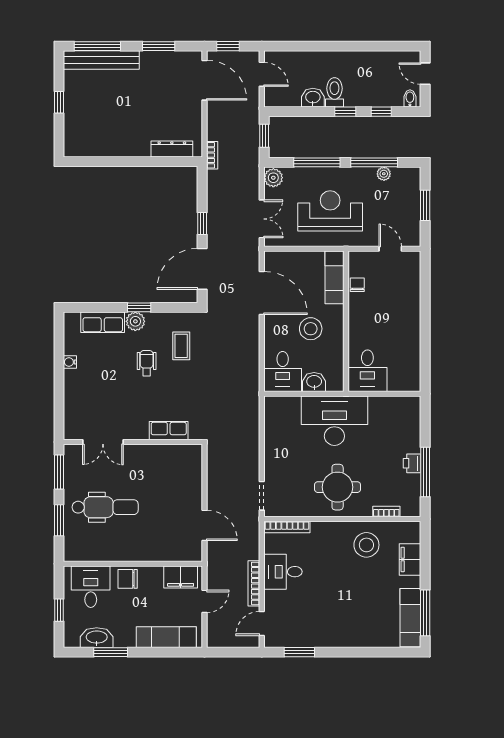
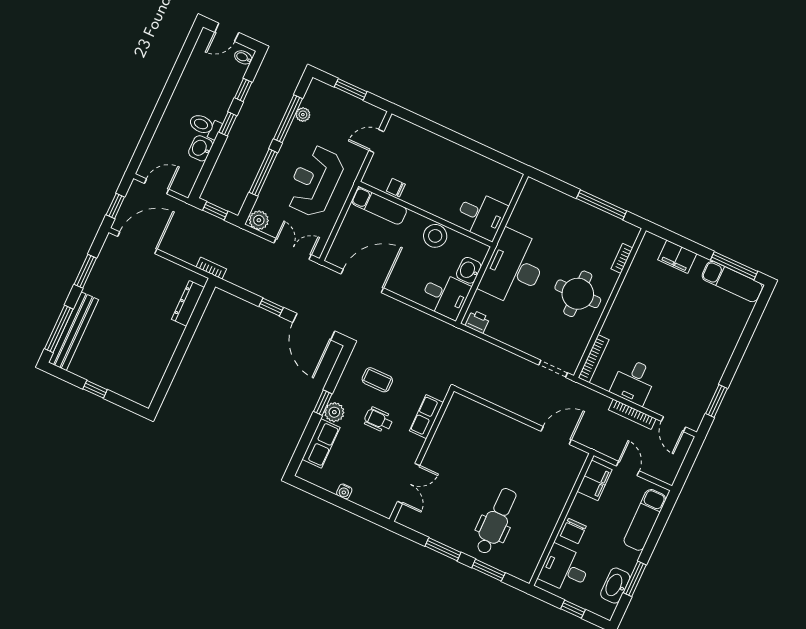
stool: (311, 329) -> (435, 236), moved
row of seats: (169, 431) -> (426, 417), moved
double door: (103, 442) -> (409, 483), moved
wall: (133, 442) -> (422, 455), moved
printer: (412, 463) -> (477, 322), moved, turned 180
stool: (366, 545) -> (645, 292), removed

